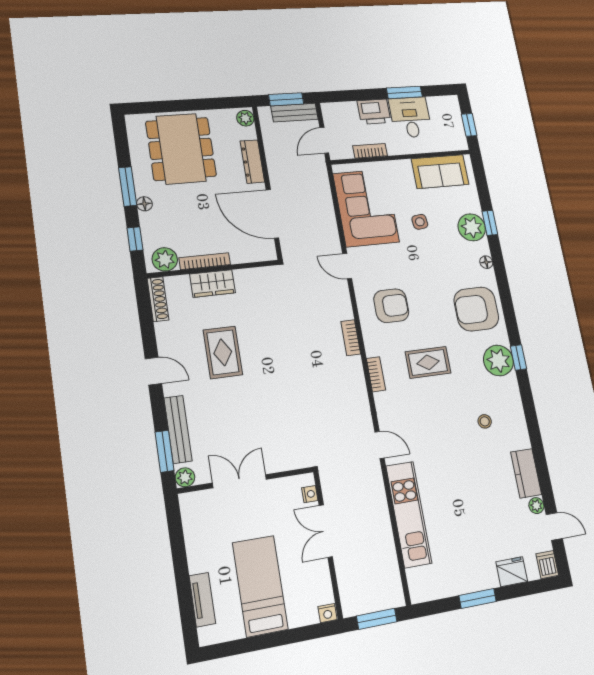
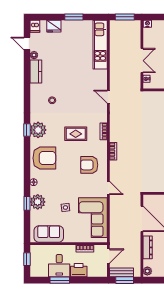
kitchen unit: (409, 514) -> (100, 45), moved

